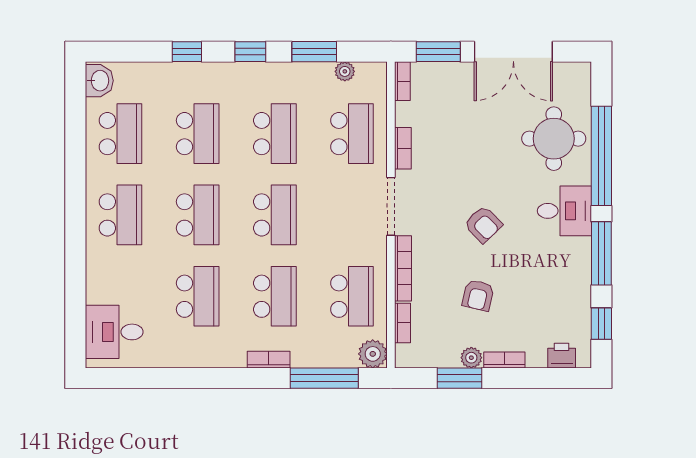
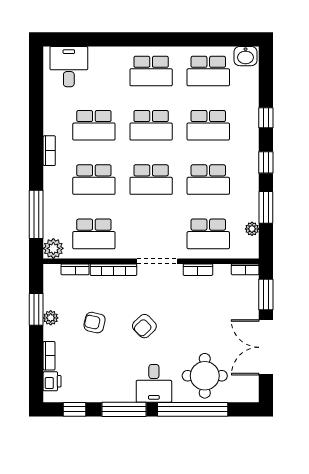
bookcase: (269, 360) -> (49, 151), moved
bookcase: (504, 360) -> (49, 356), moved

